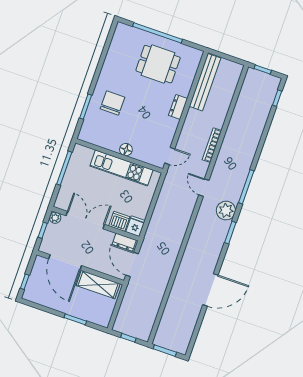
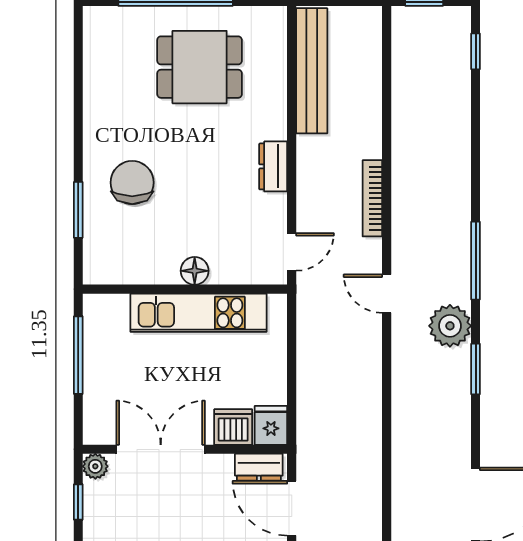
dresser: (178, 107) -> (273, 166), moved

